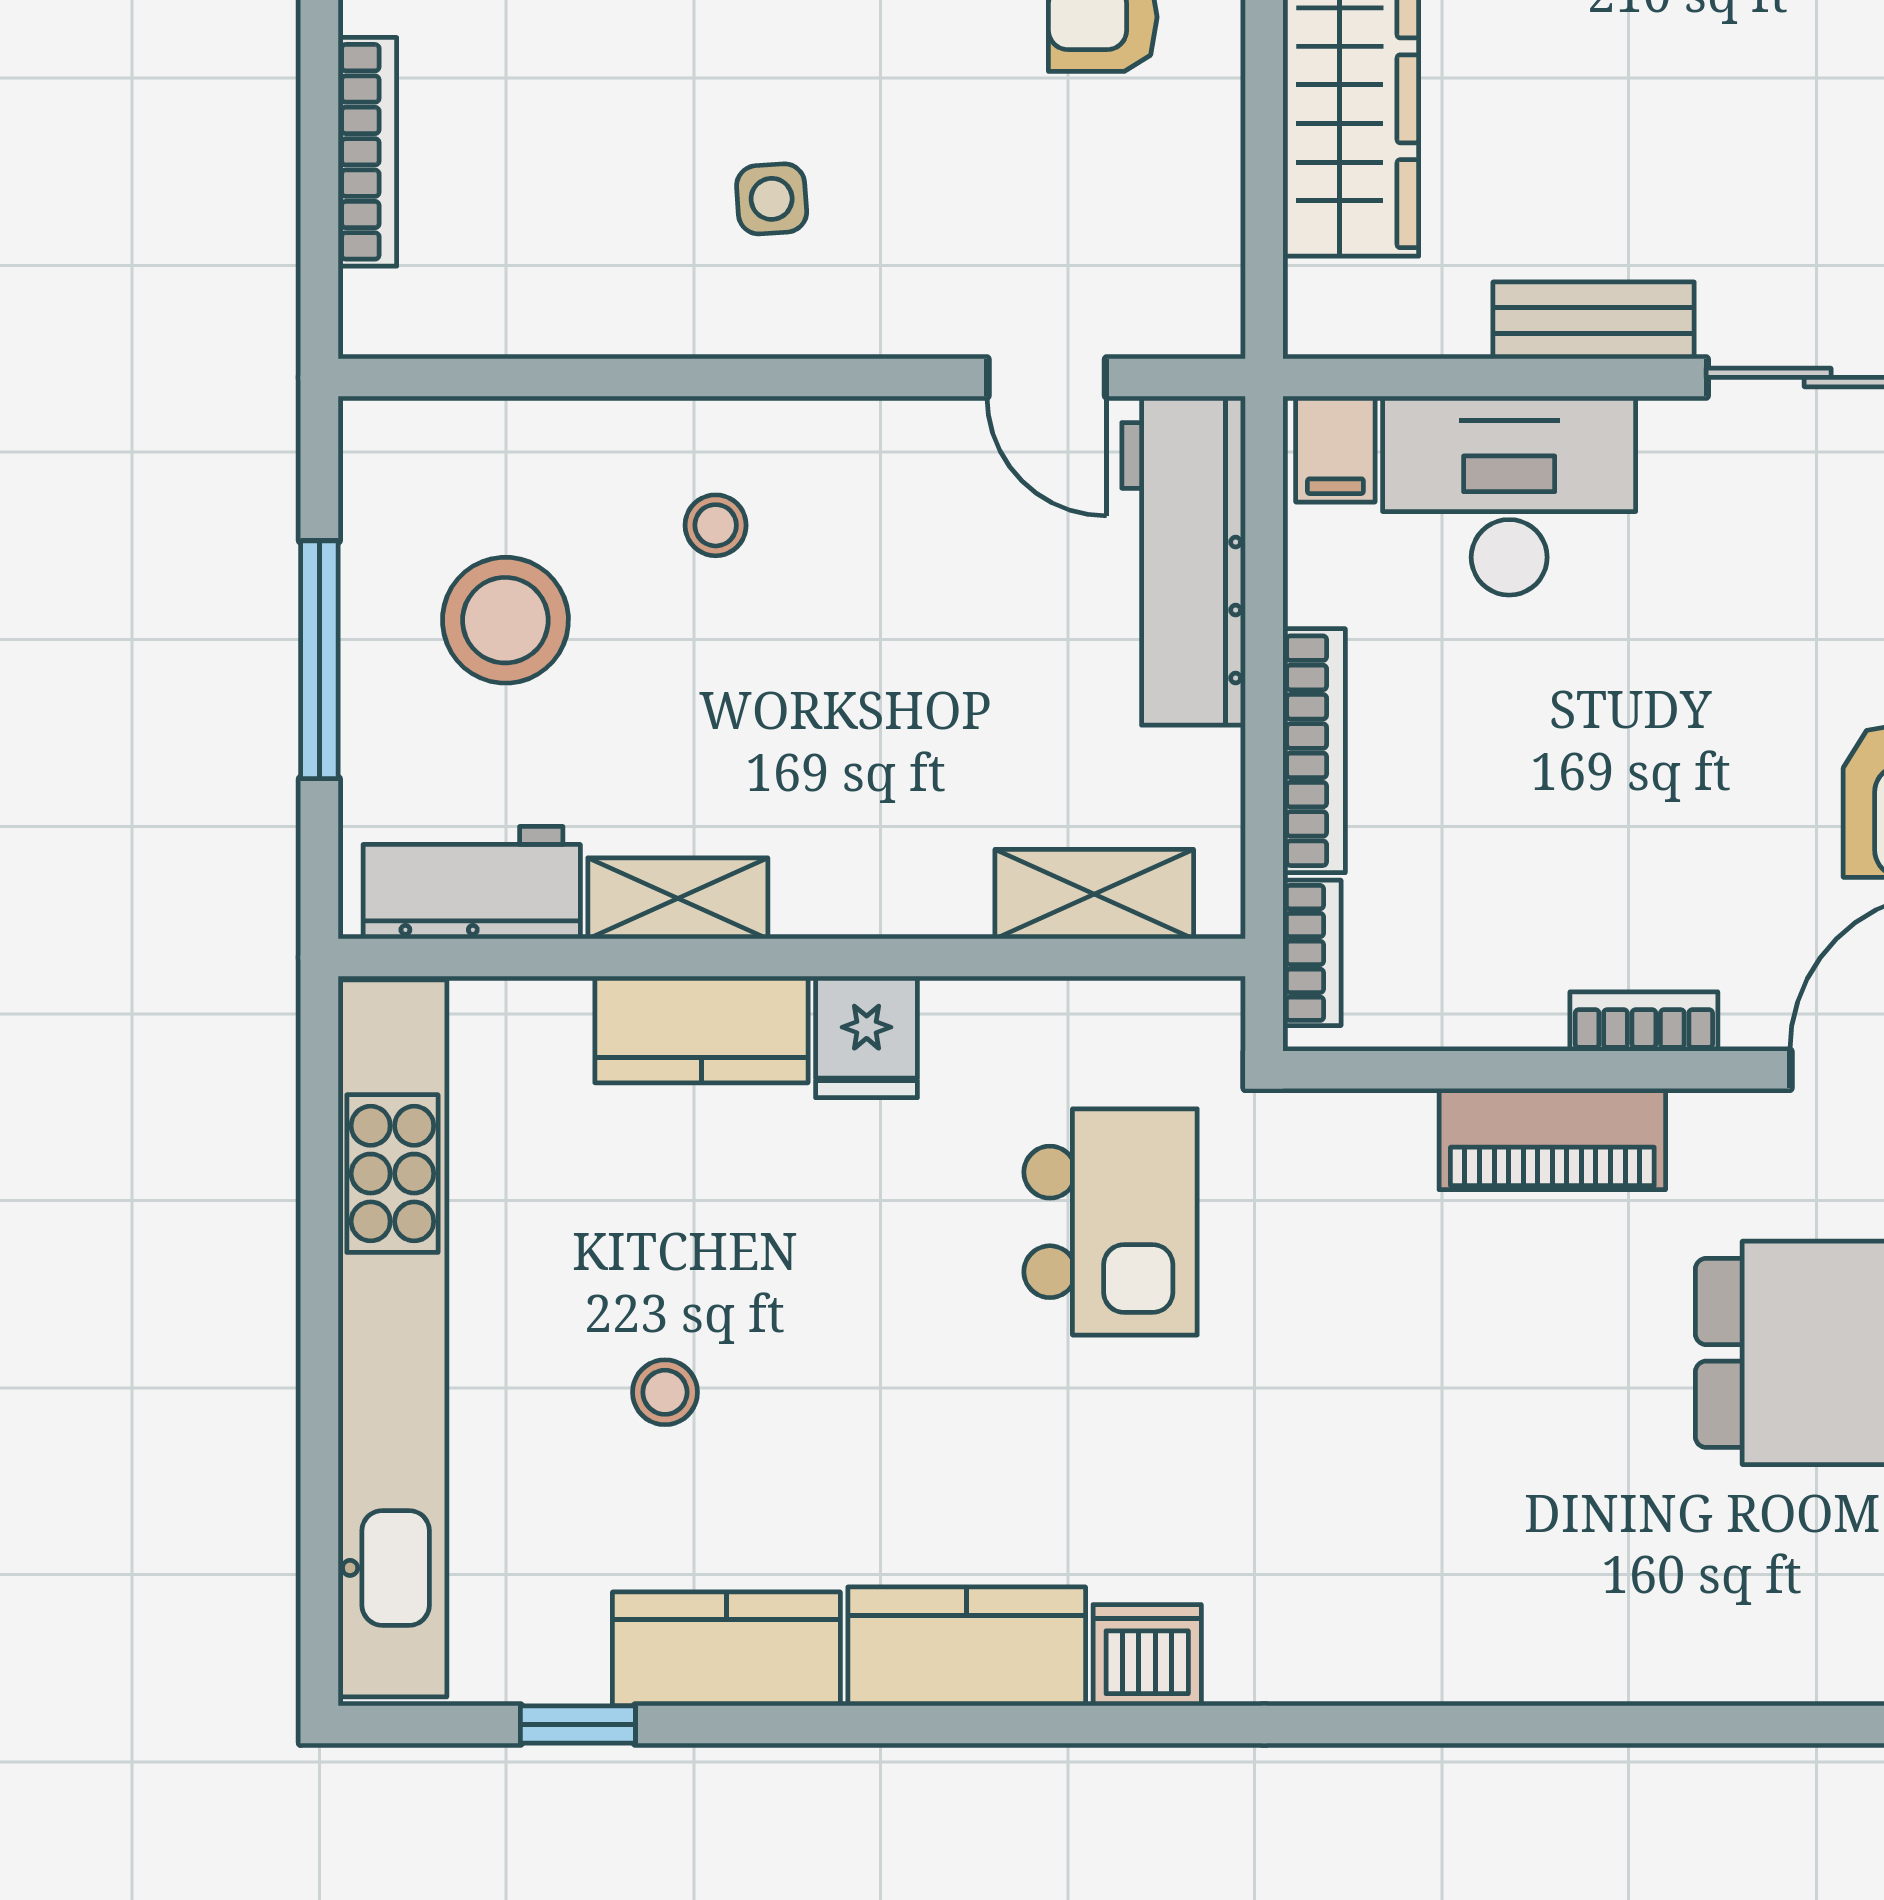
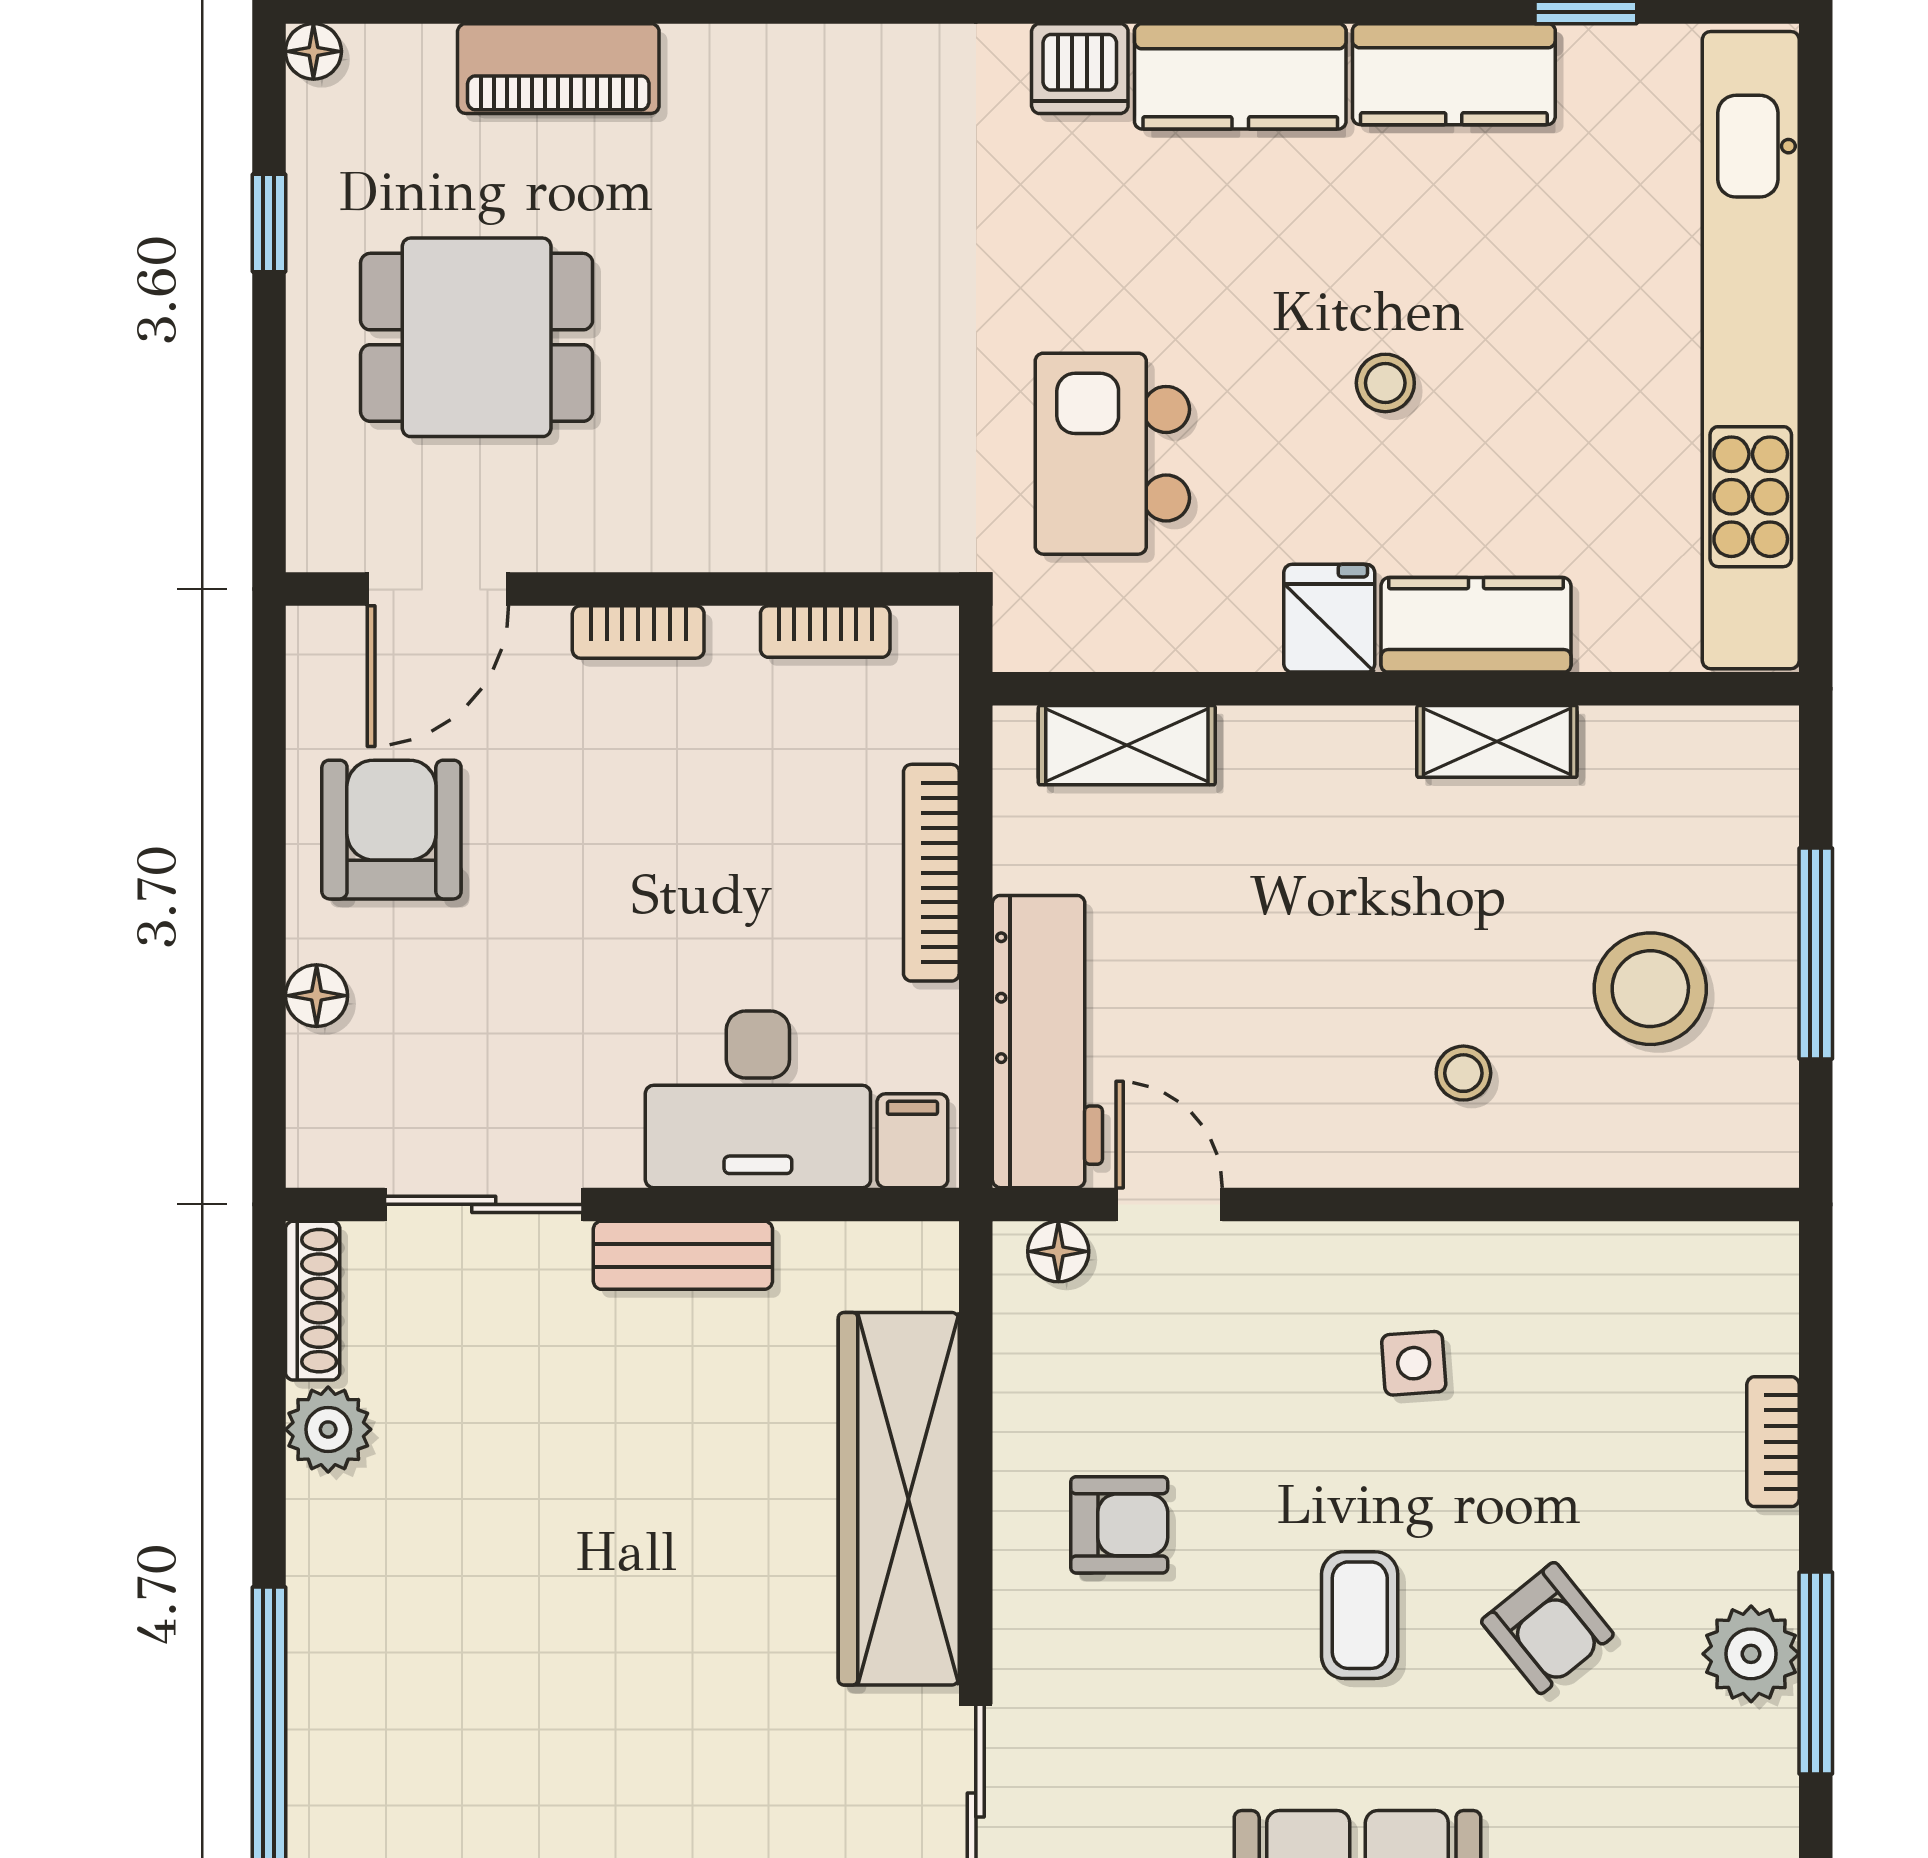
bookcase: (367, 152) -> (1773, 1442), width x0.64
floor lamp: (1171, 325) -> (1058, 1251), added
workbench: (472, 883) -> (1680, 755), removed
bookcase: (1312, 953) -> (825, 632), moved, turned -90
piano: (1552, 1139) -> (558, 69), moved, turned 180
stool: (665, 1392) -> (1385, 383), moved

